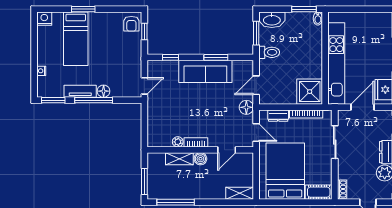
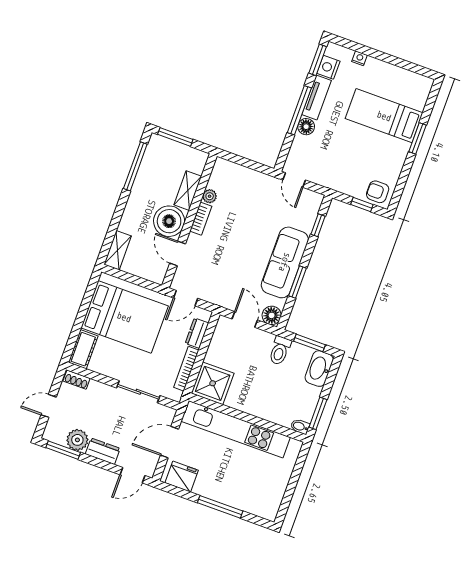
nightstand: (44, 19) -> (328, 67), moved, turned 180
floor lamp: (246, 107) -> (272, 315), moved
door: (362, 107) -> (170, 442), swing flipped
boiler: (200, 159) -> (169, 221), width x1.86, depth x1.86

